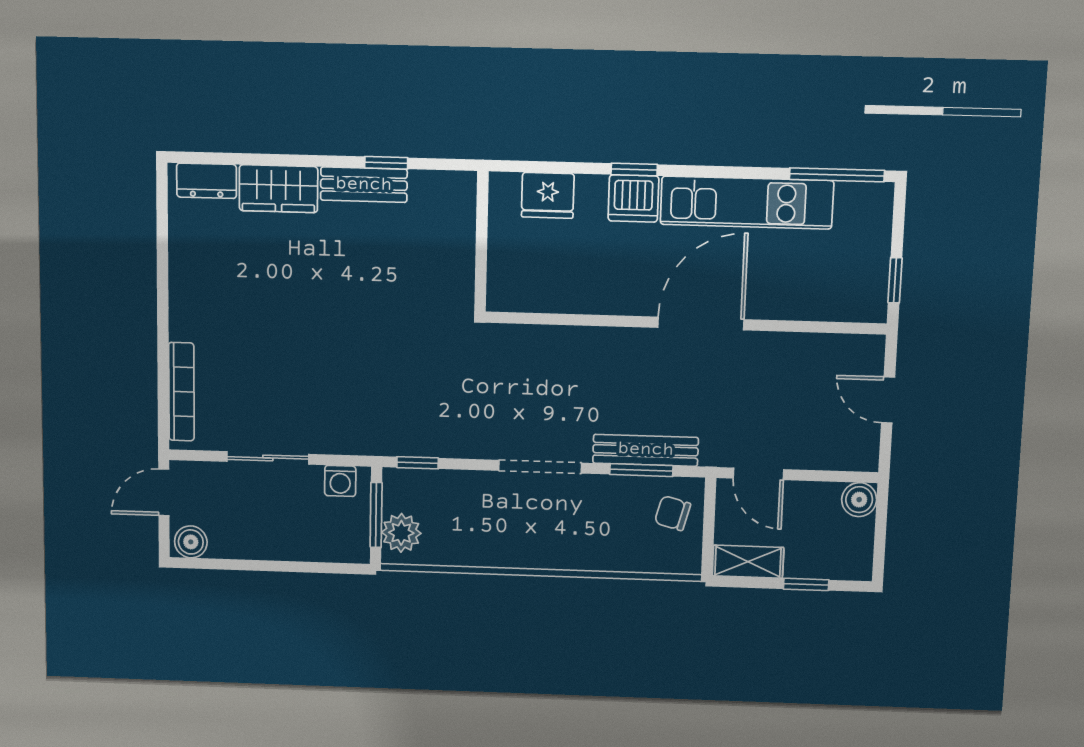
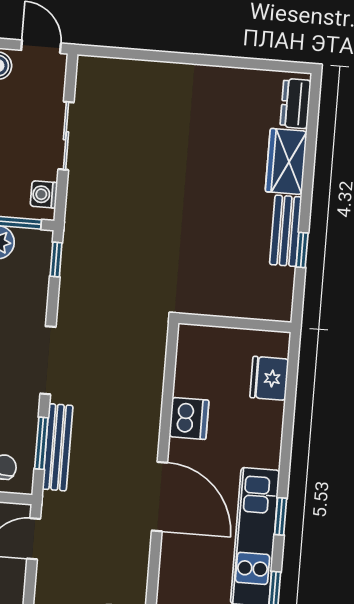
window: (634, 169) -> (281, 516), moved
dishwasher: (633, 198) -> (189, 418), moved, turned 180
bookcase: (181, 392) -> (125, 68), removed

